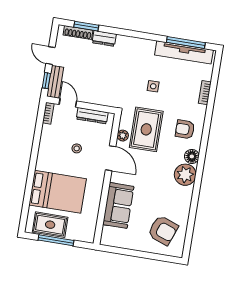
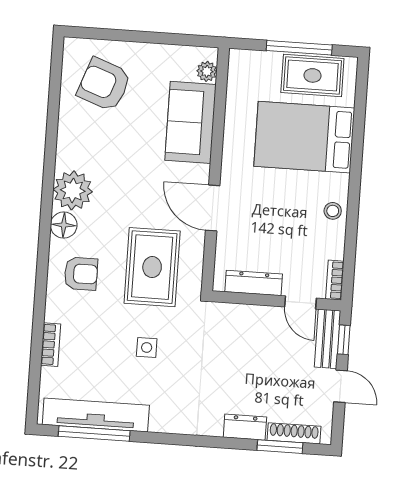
plant: (123, 136) -> (207, 71), moved
stool: (77, 148) -> (333, 211), moved

